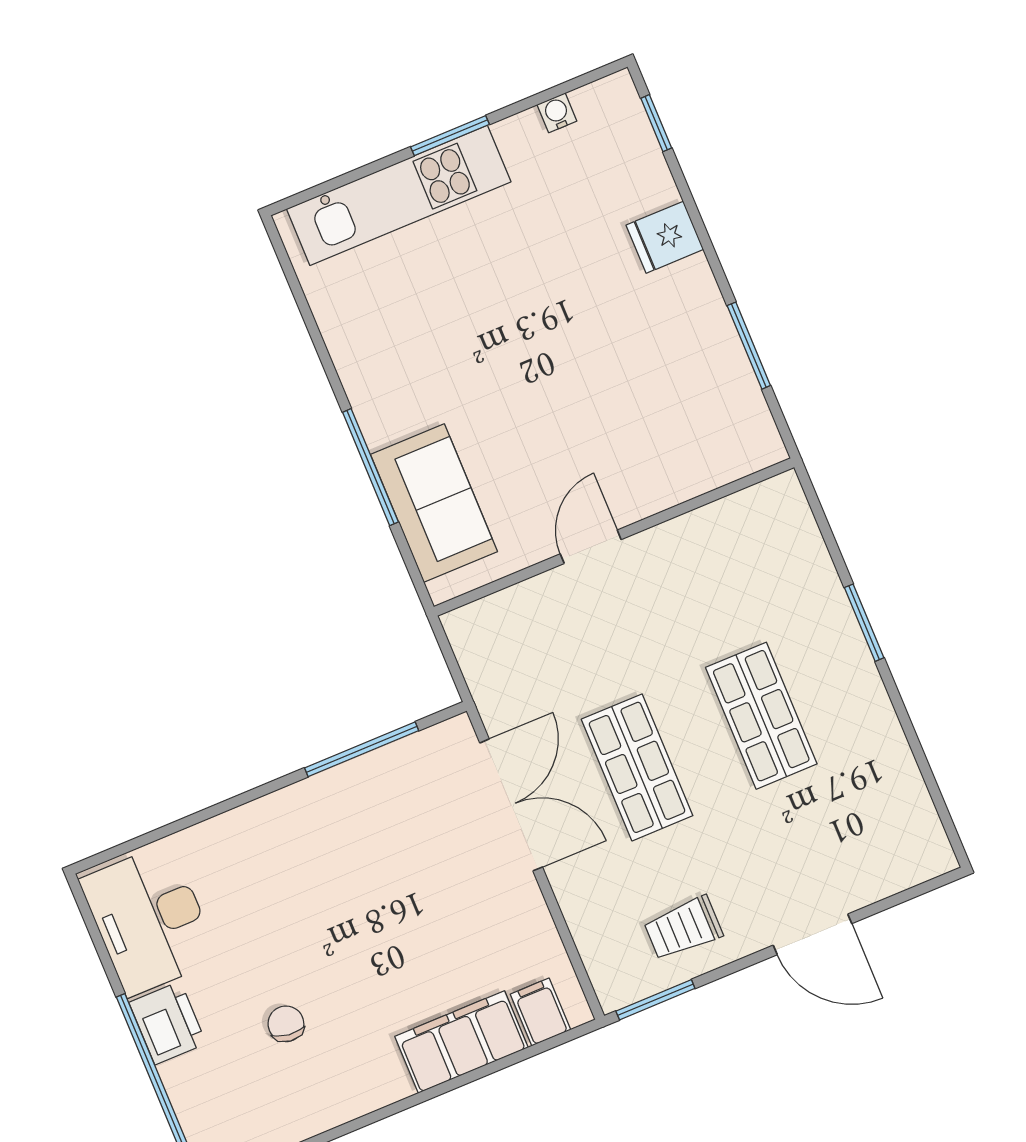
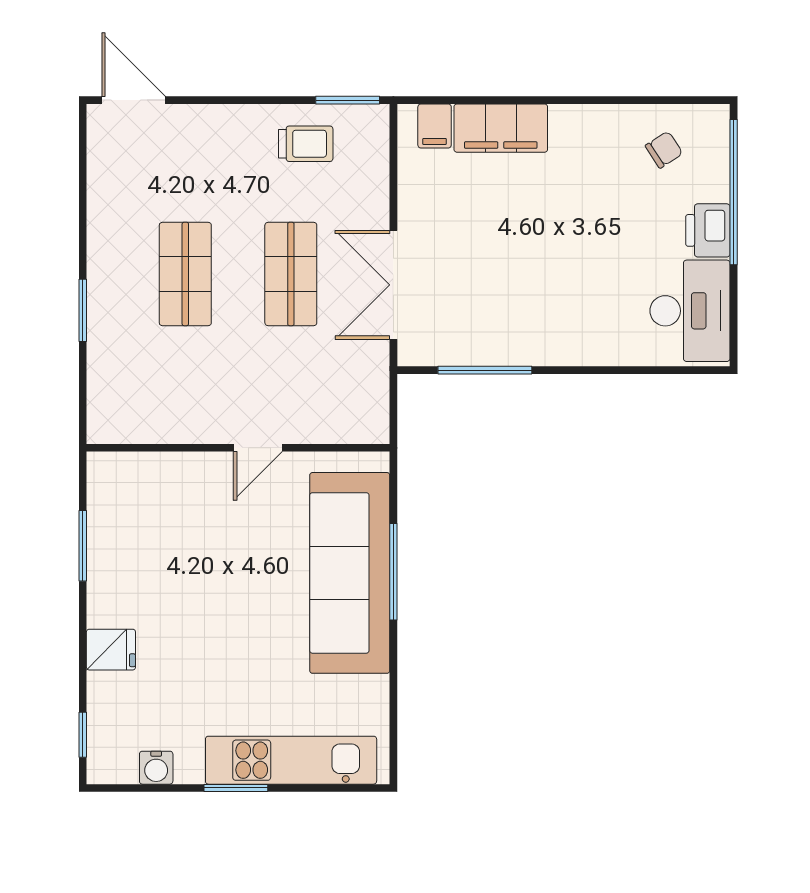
water cooler: (557, 113) -> (156, 768), width x1.38, depth x1.38
sofa: (434, 503) -> (350, 573), width x1.85, depth x1.27
door: (812, 934) -> (134, 100), moved
chair: (286, 1024) -> (664, 150), moved, turned -130

